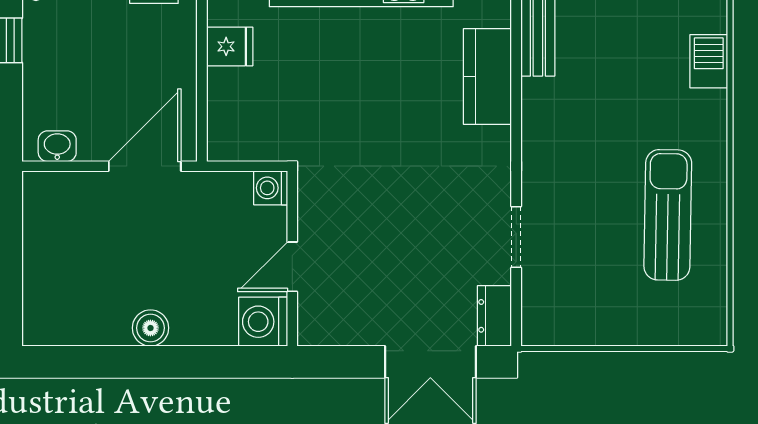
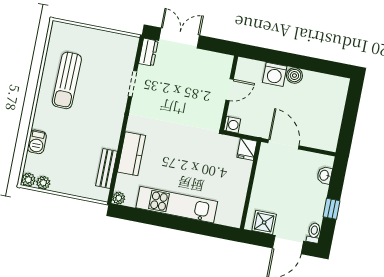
fridge: (230, 46) -> (247, 149), moved, turned -90
washbasin: (57, 146) -> (324, 175), moved, turned 90
door: (145, 166) -> (283, 144), swing flipped
washing machine: (263, 322) -> (275, 74), moved, turned 90

